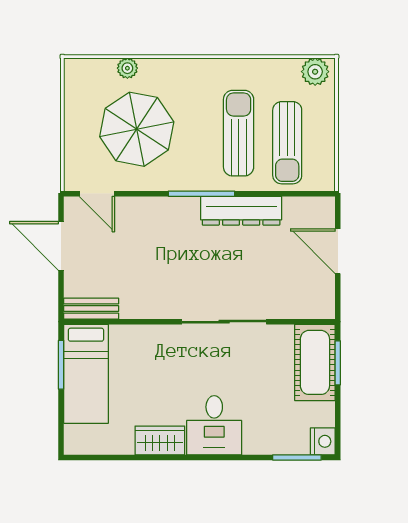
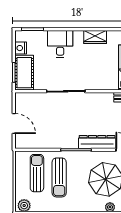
dresser: (241, 211) -> (97, 142), moved
desk: (214, 425) -> (60, 44), moved
nightstand: (323, 441) -> (21, 48), moved

